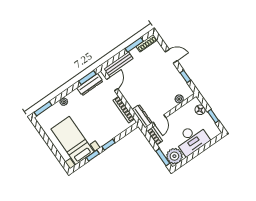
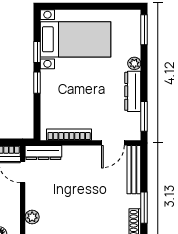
door: (112, 84) -> (113, 143), hinge flipped
dresser: (90, 85) -> (133, 91), moved

